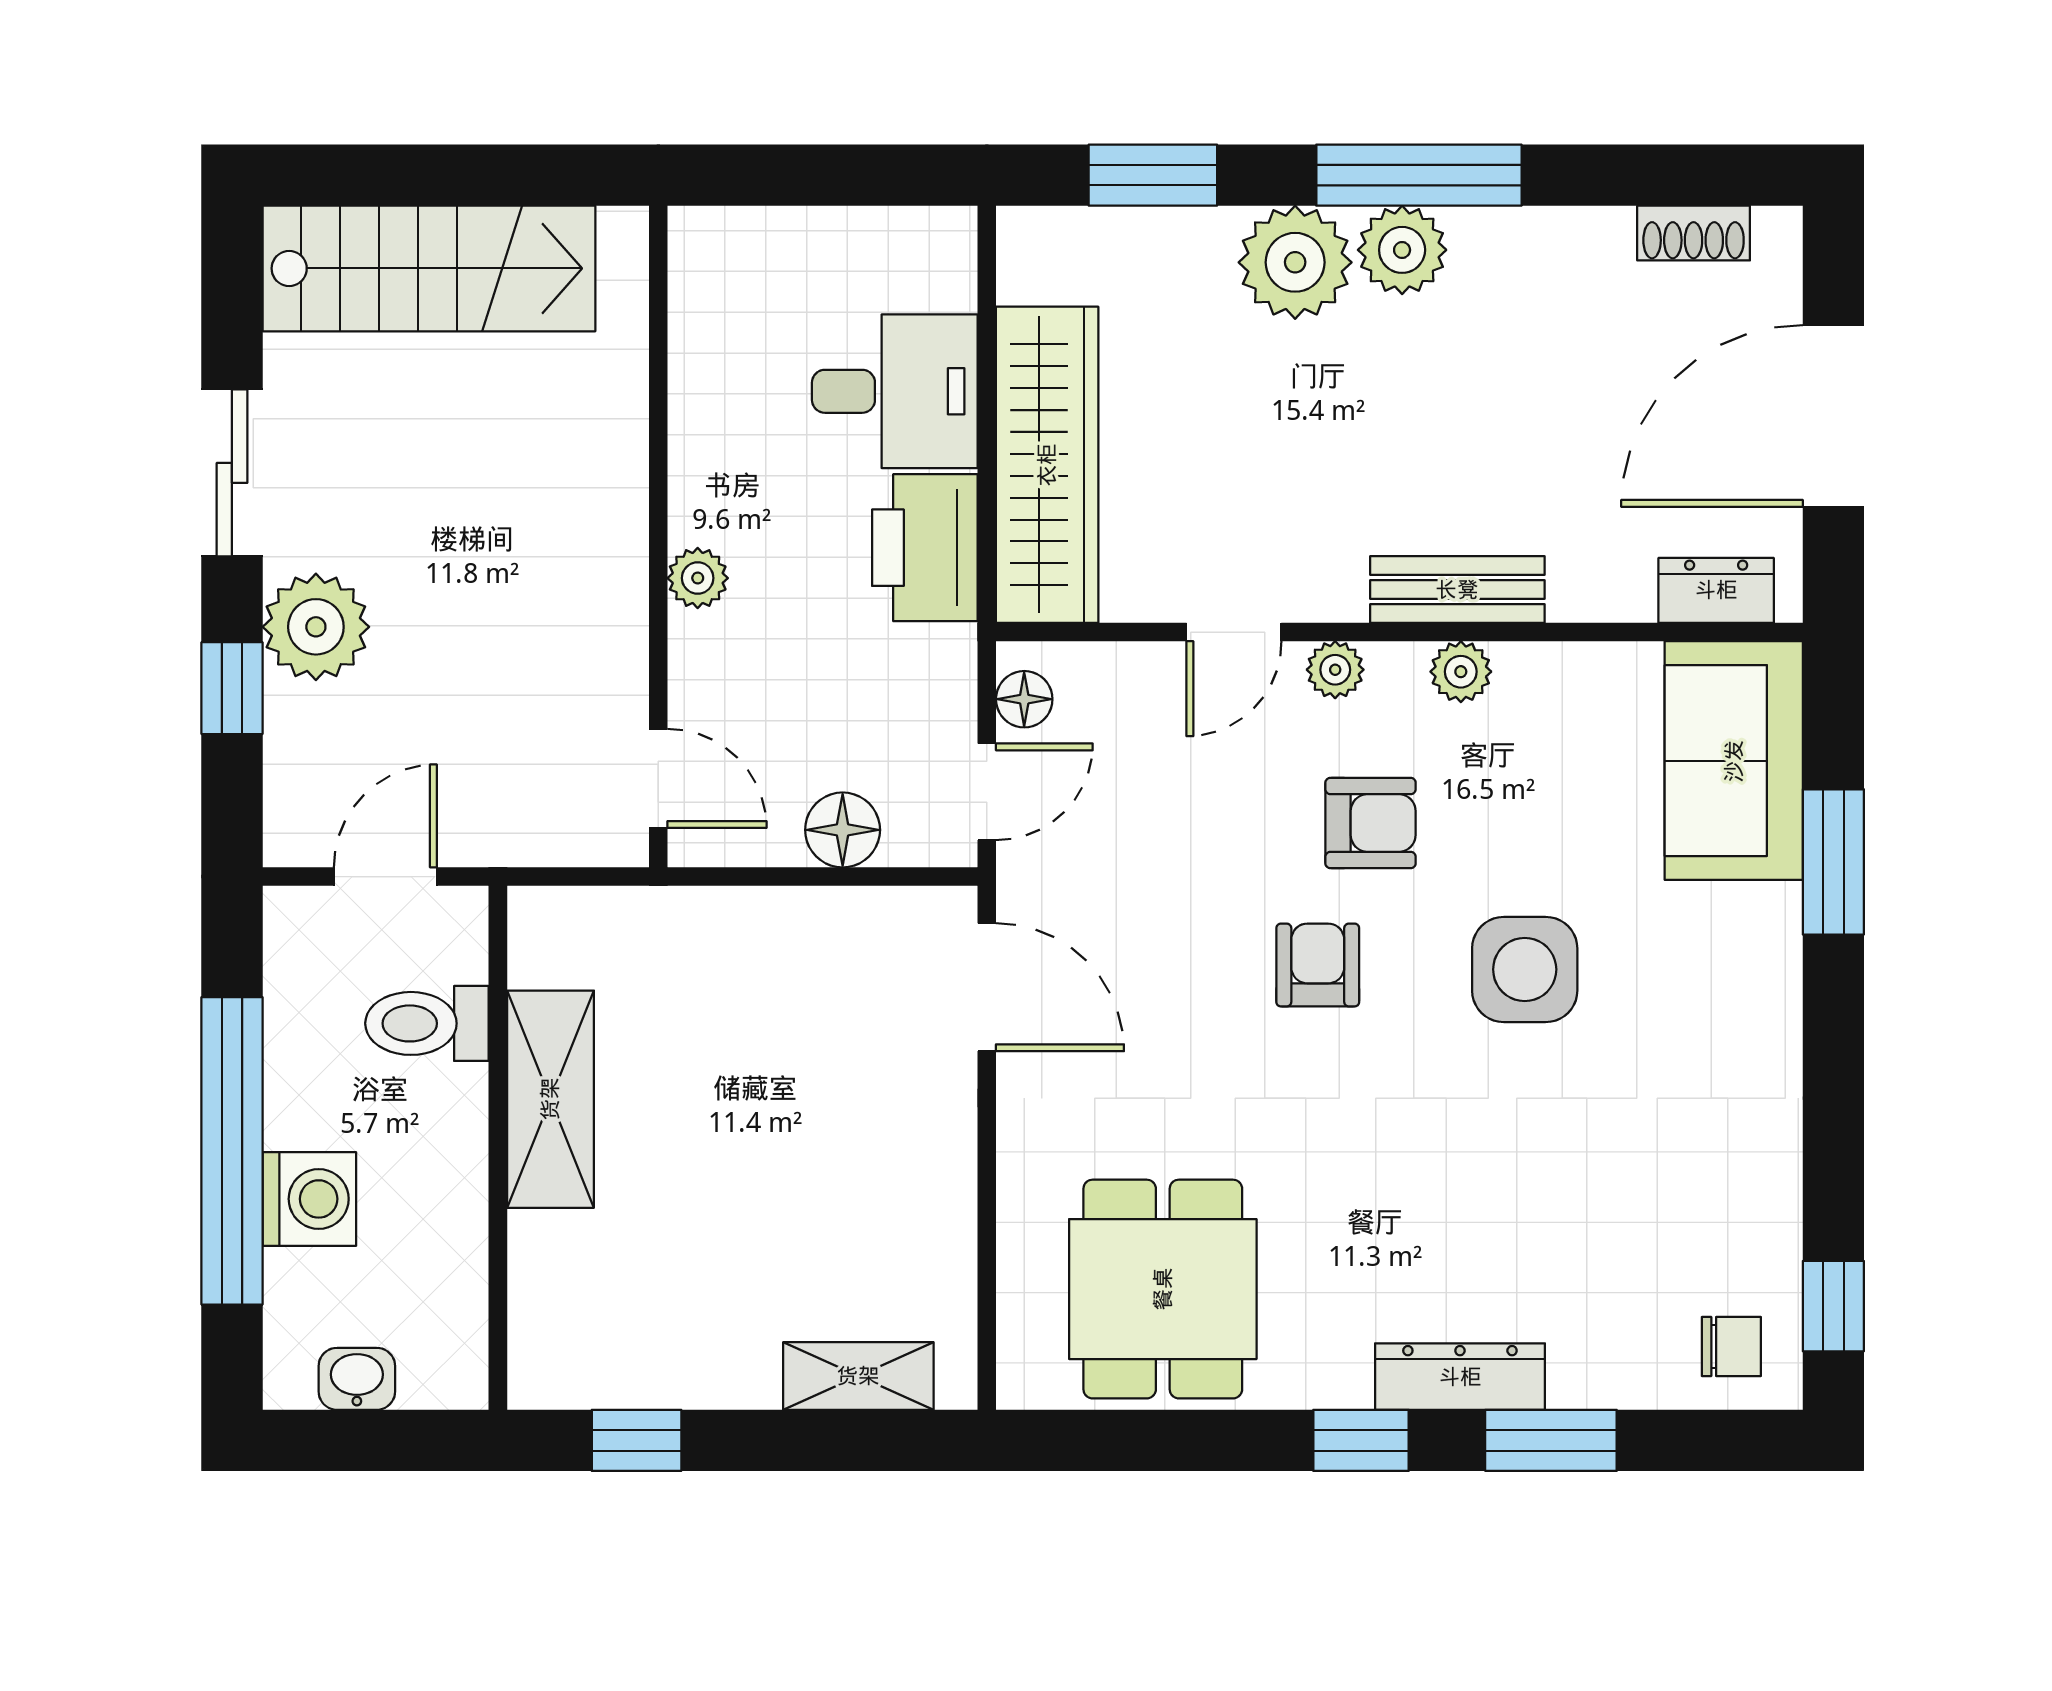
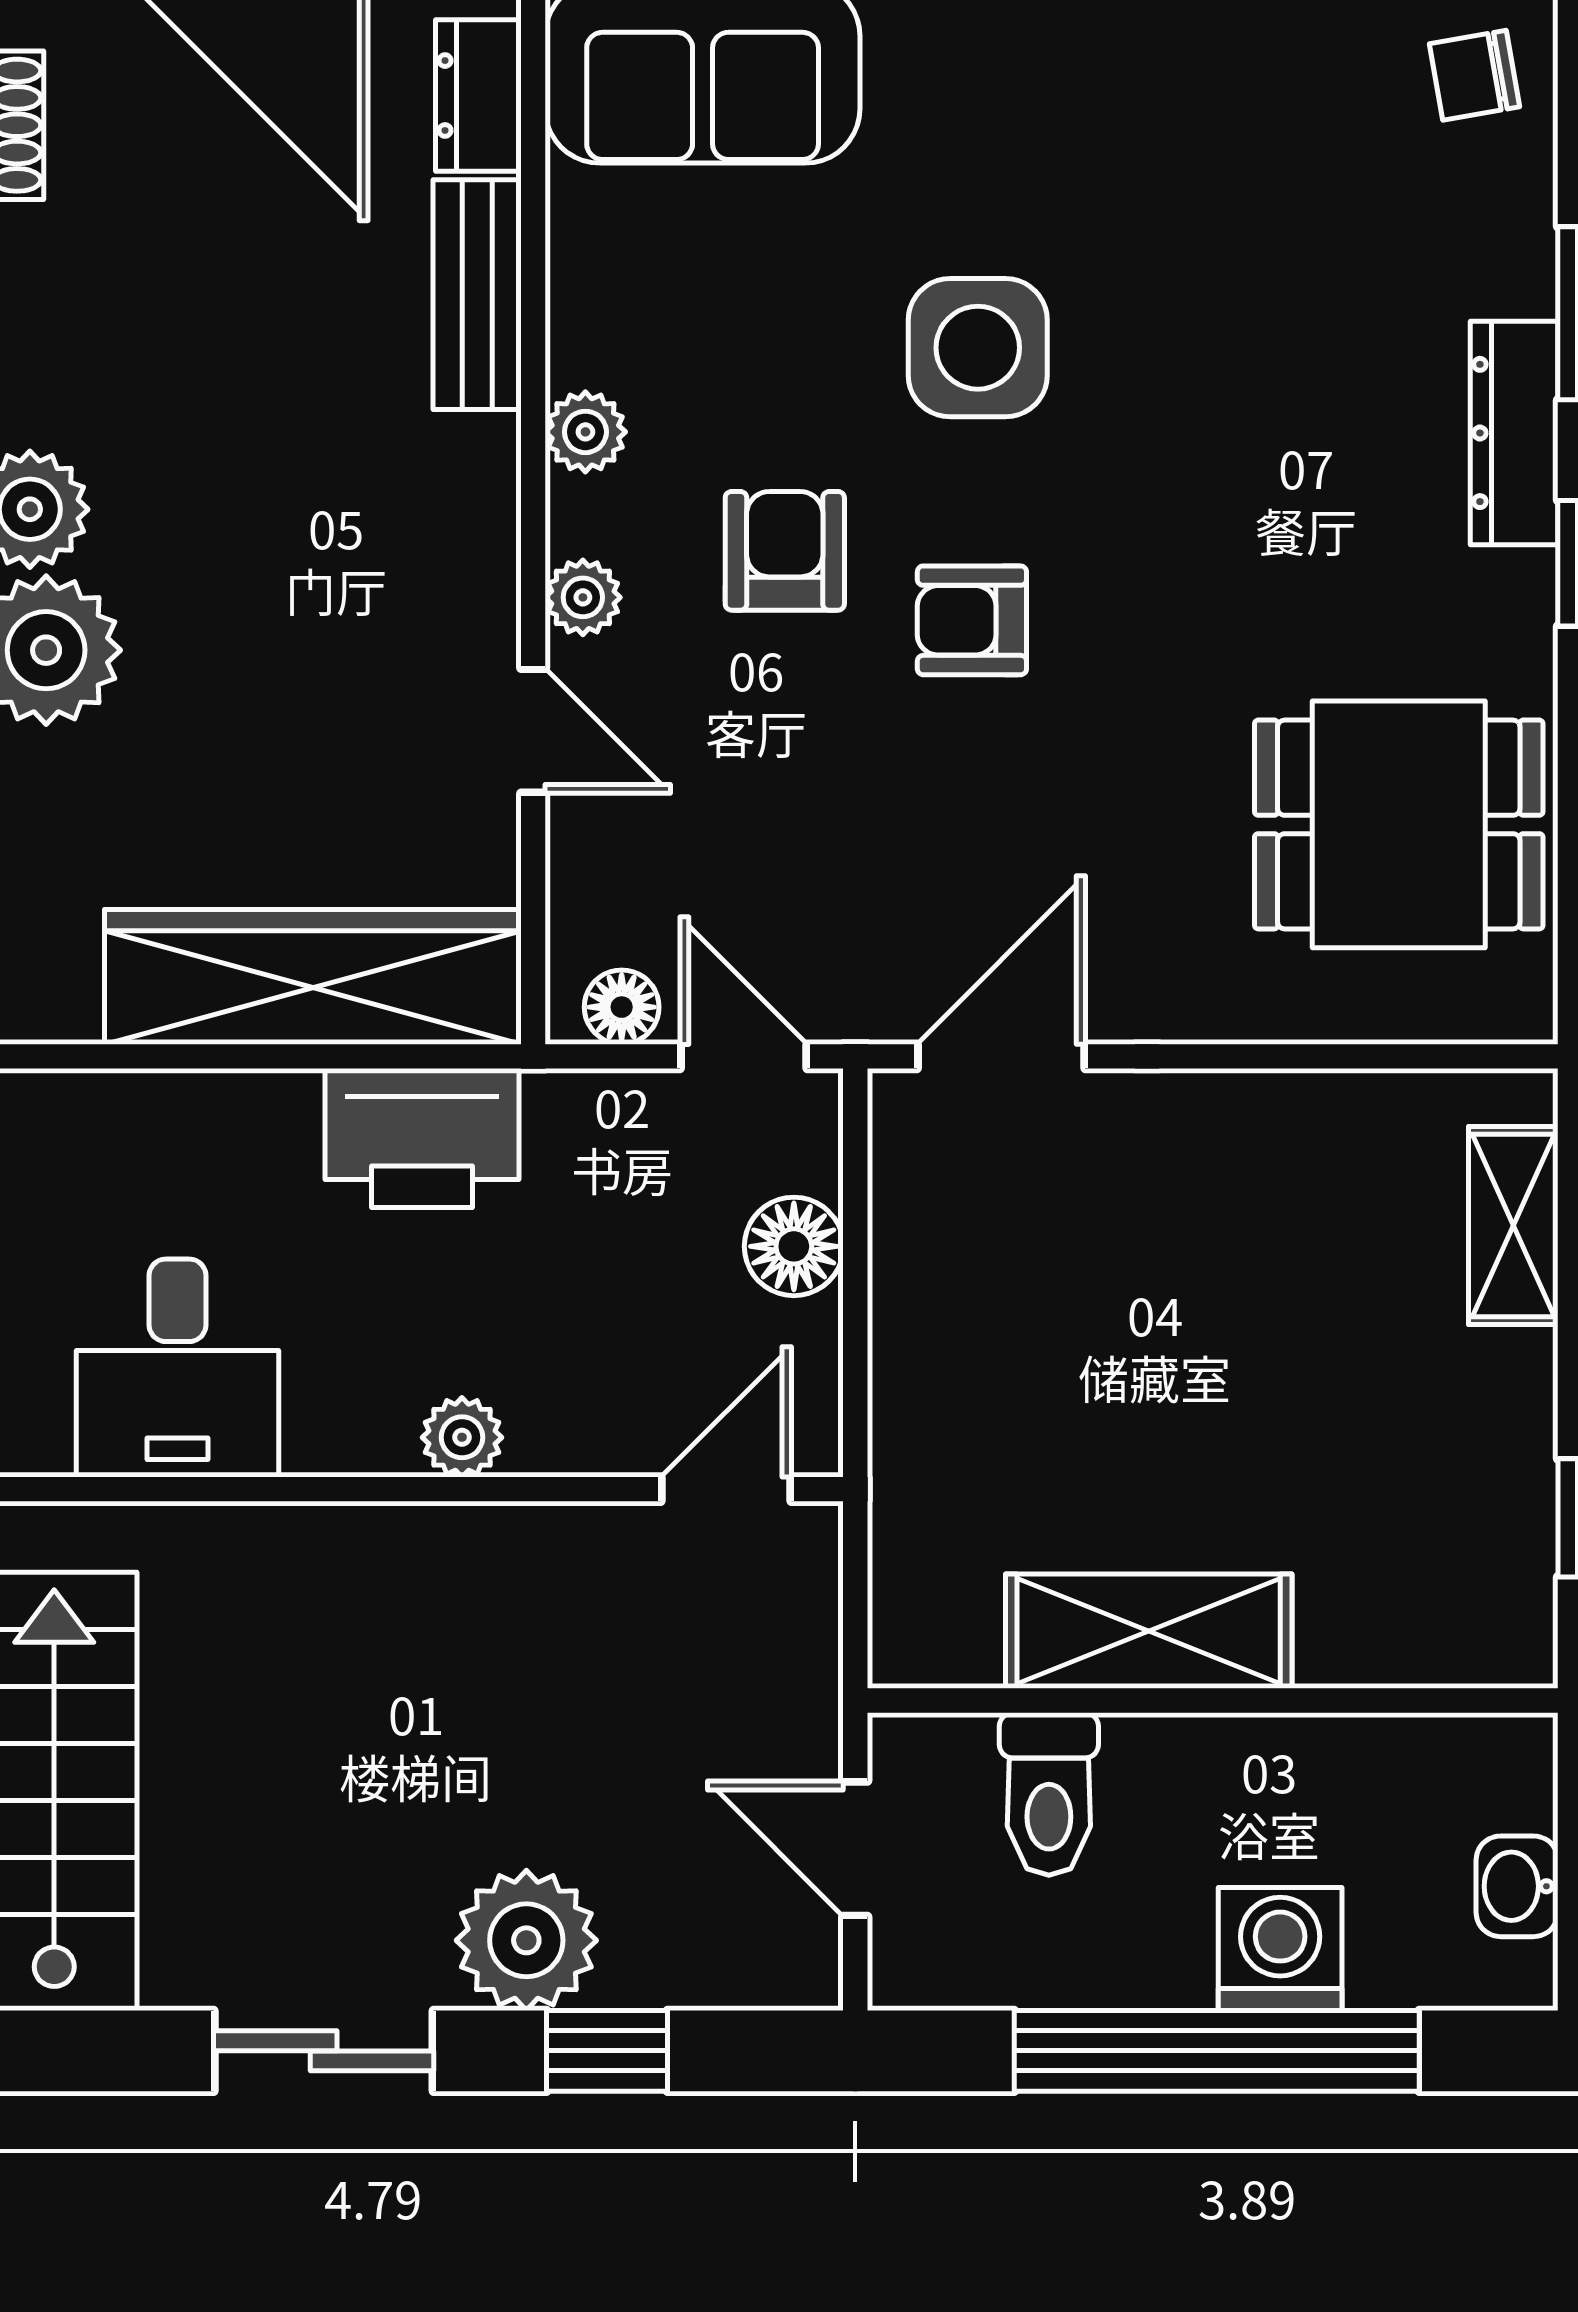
desk: (895, 391) -> (178, 1368), moved, turned 180
bench: (1457, 590) -> (477, 295), moved
chair: (1731, 1346) -> (1474, 75), turned -100

